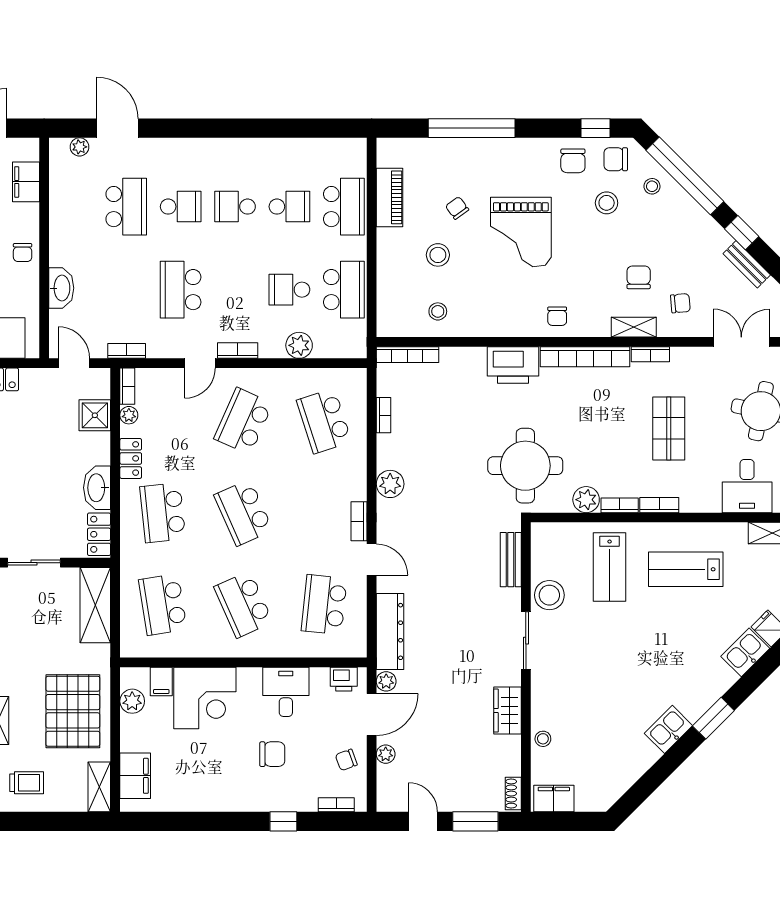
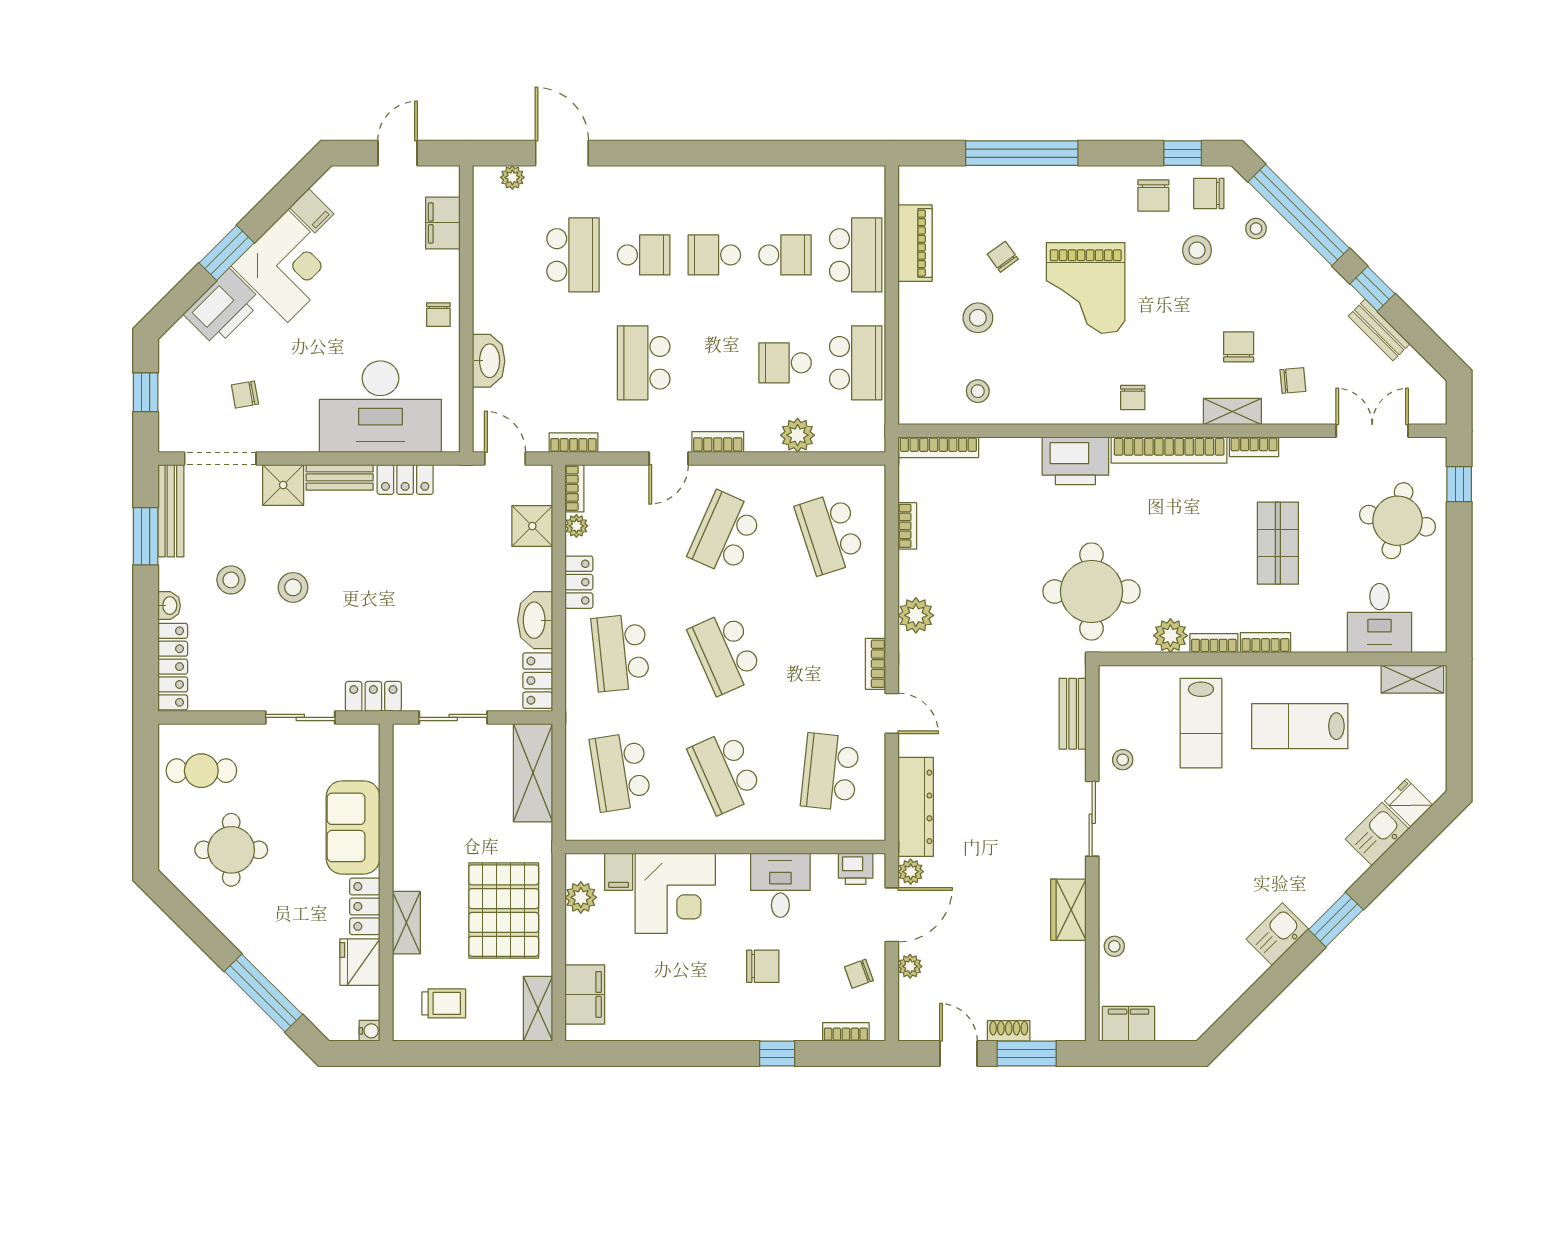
stool: (549, 595) -> (1123, 760), width x0.53, depth x0.53
shoe rack: (513, 794) -> (1009, 1031), moved, turned 90

